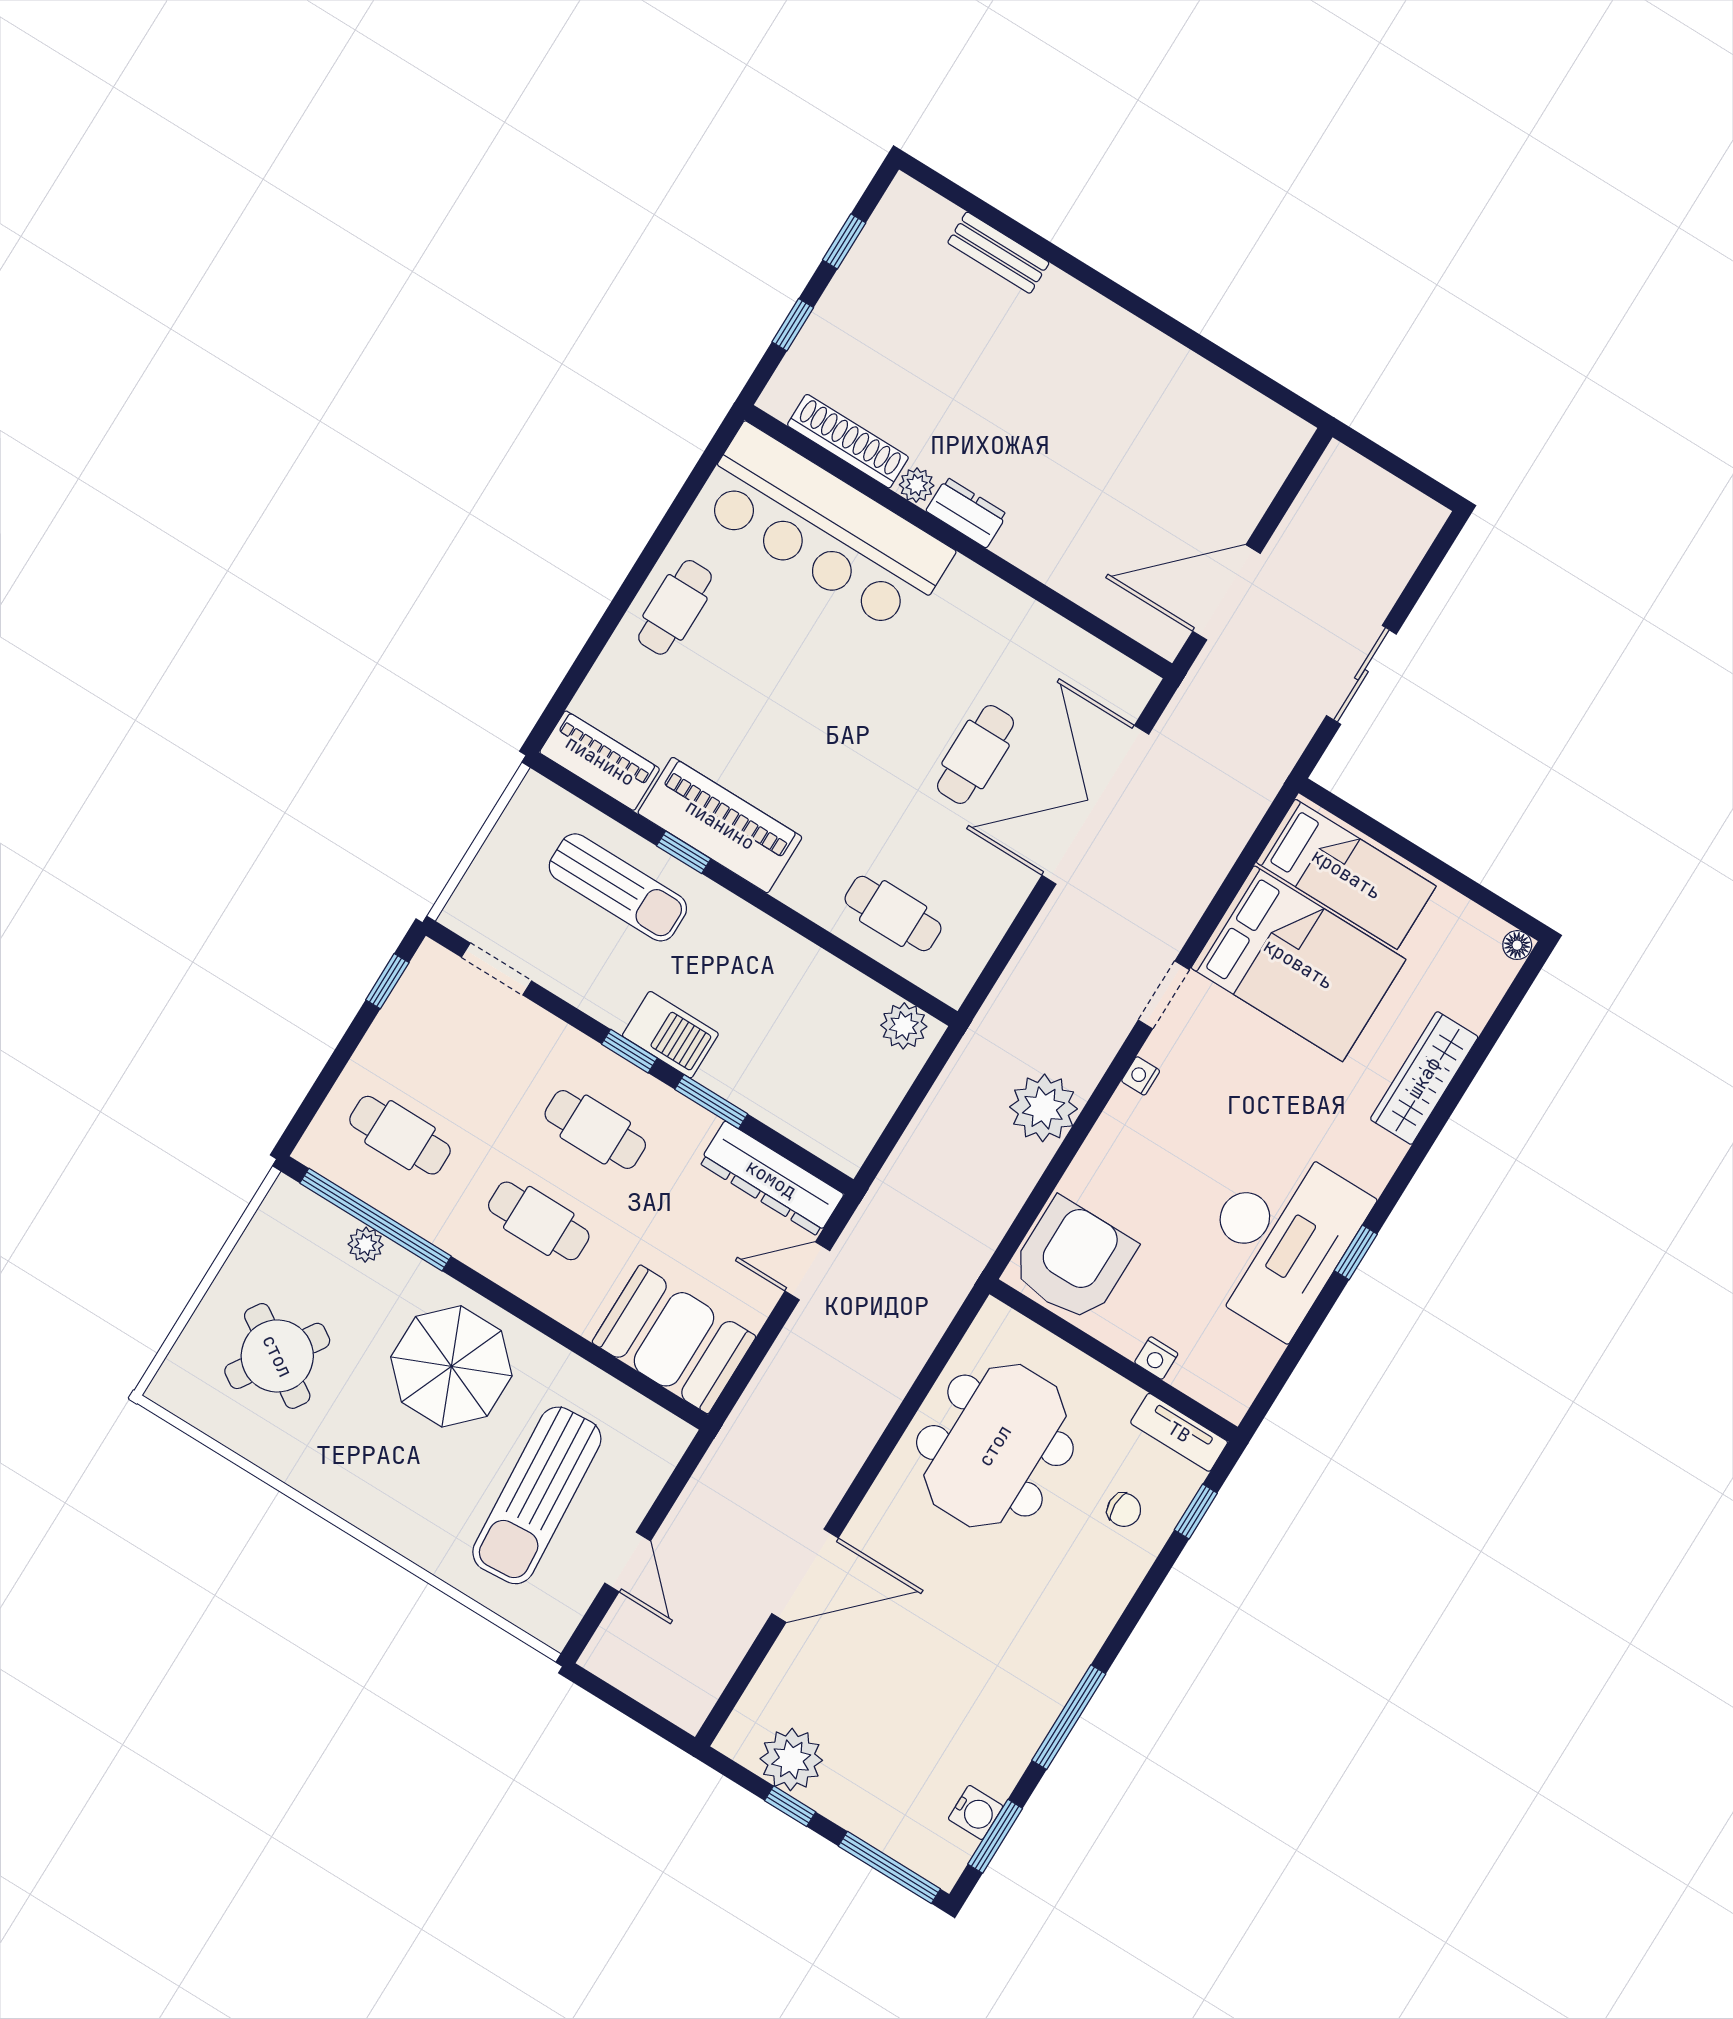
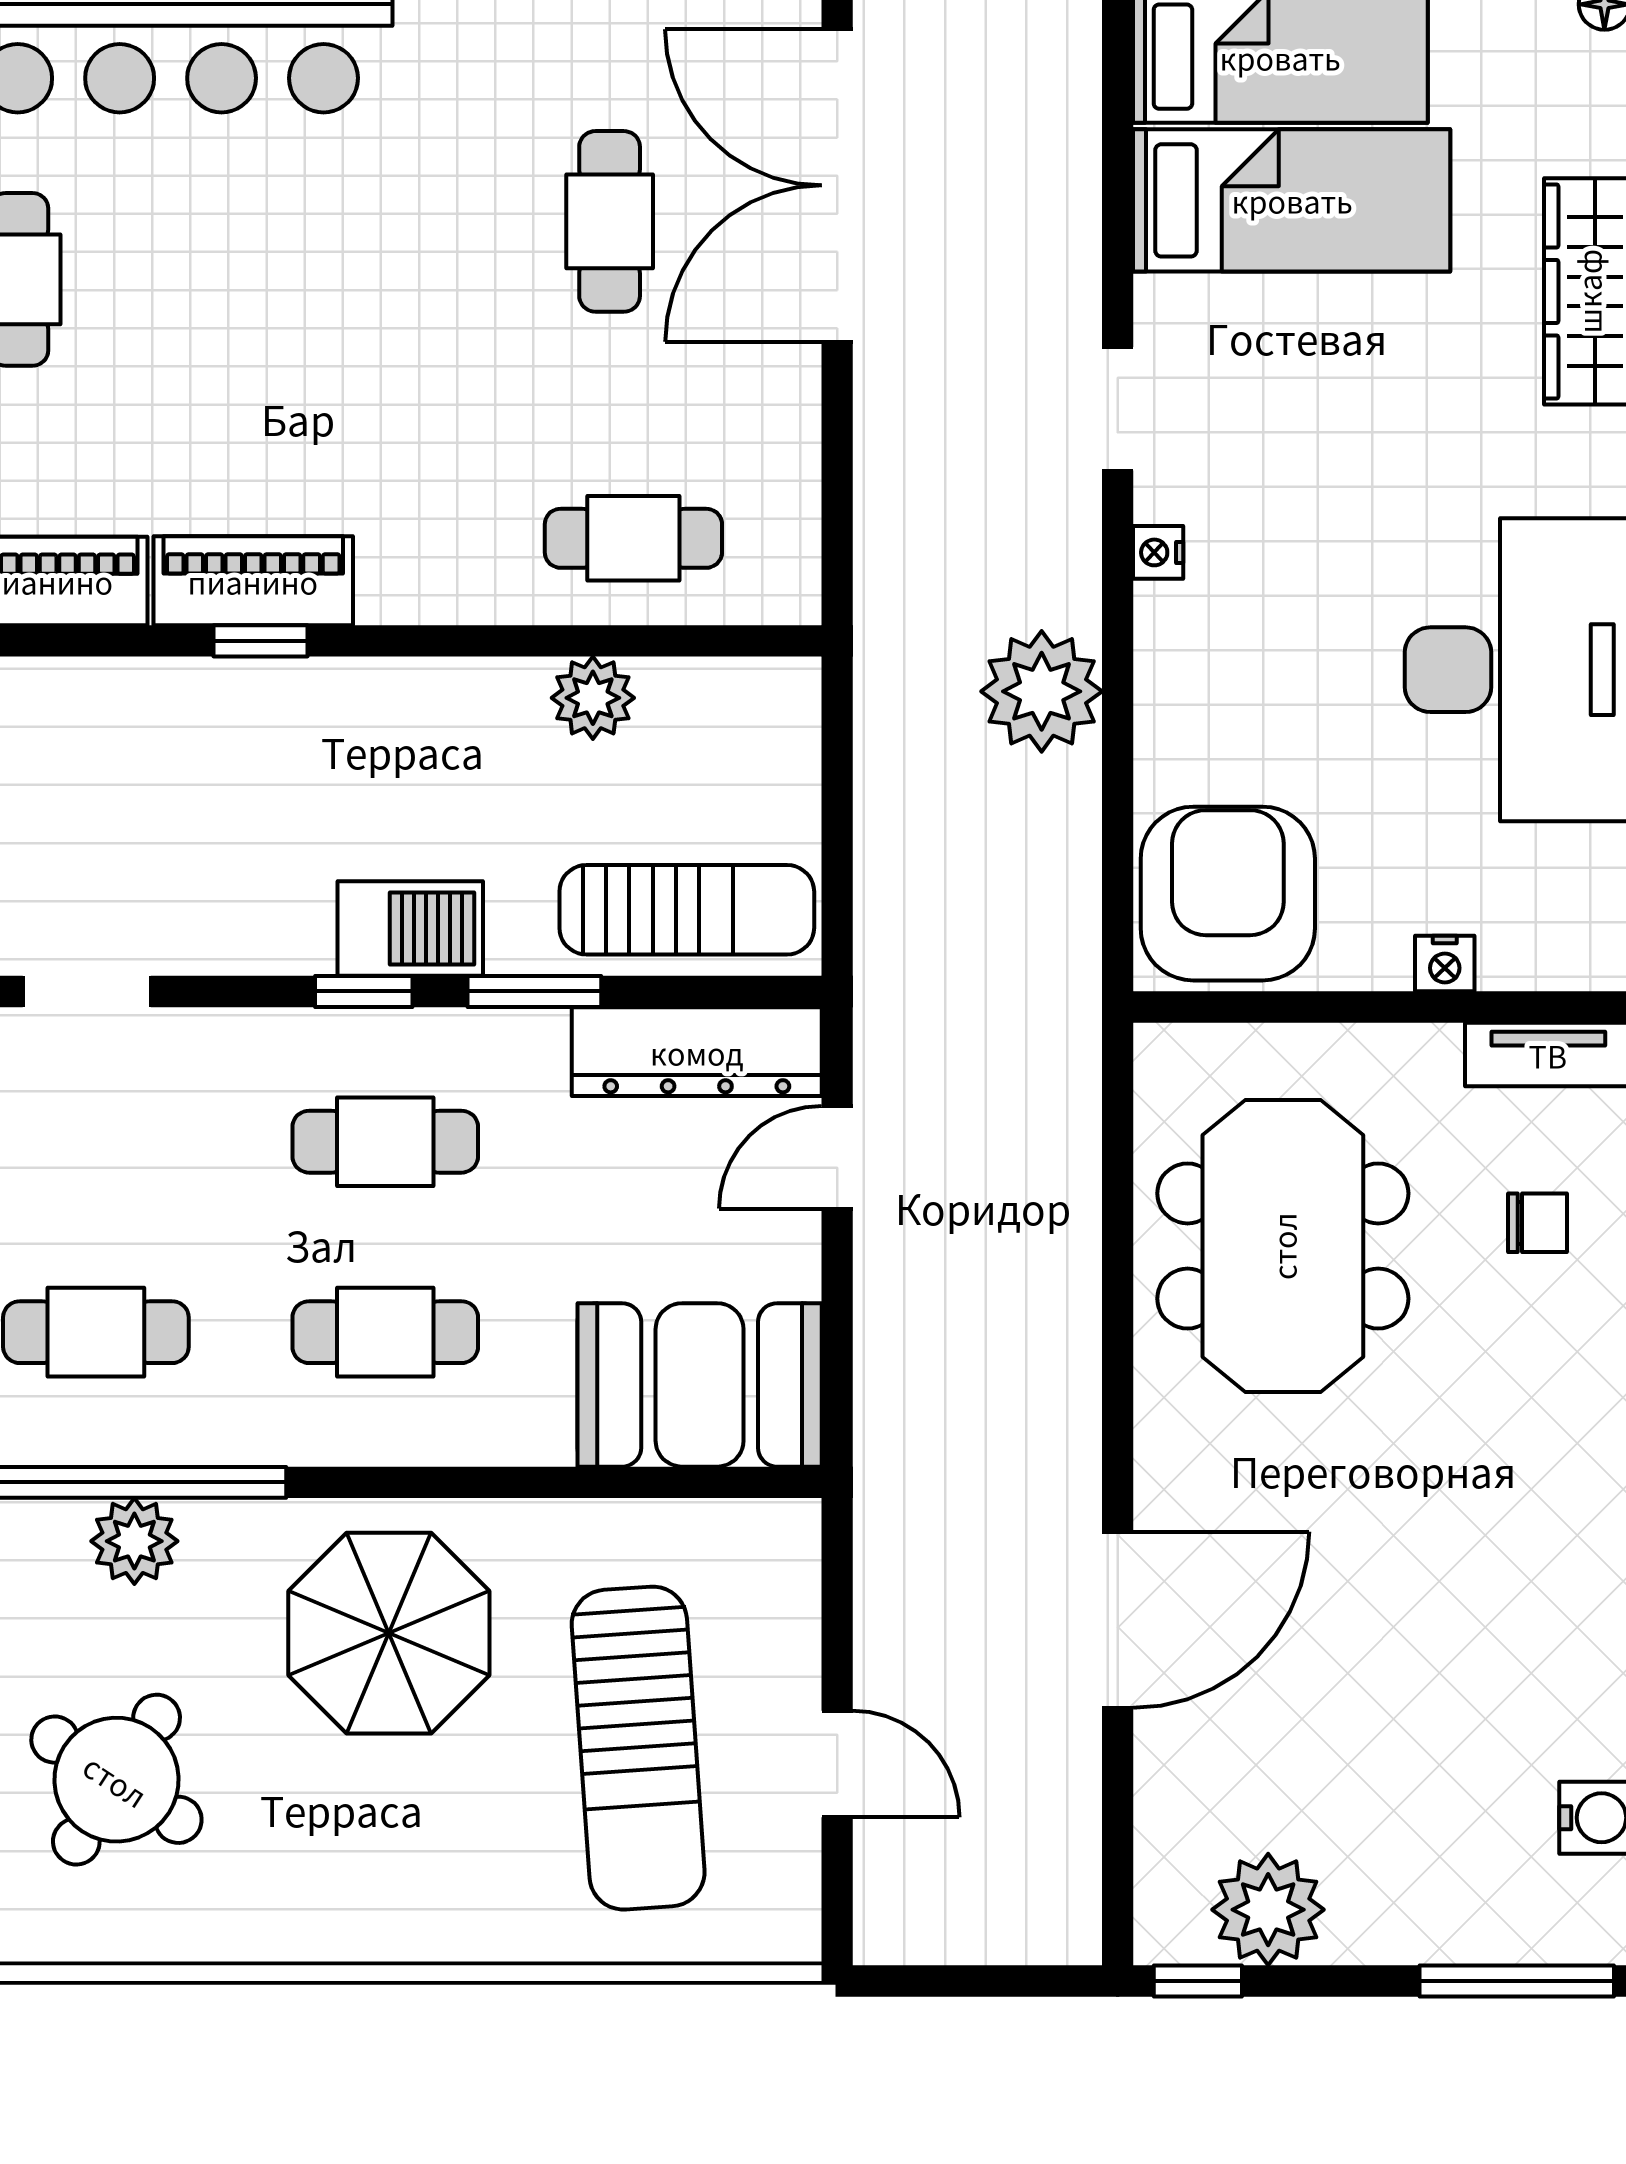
piano: (720, 825) -> (253, 581), width x0.73, depth x0.75
sun lounger: (618, 887) -> (687, 910), moved
bed: (1298, 964) -> (1292, 200), width x0.67
plant: (904, 1026) -> (593, 698), moved
plant: (366, 1245) -> (134, 1541), width x1.38, depth x1.38
window: (790, 1806) -> (1198, 1981), moved

